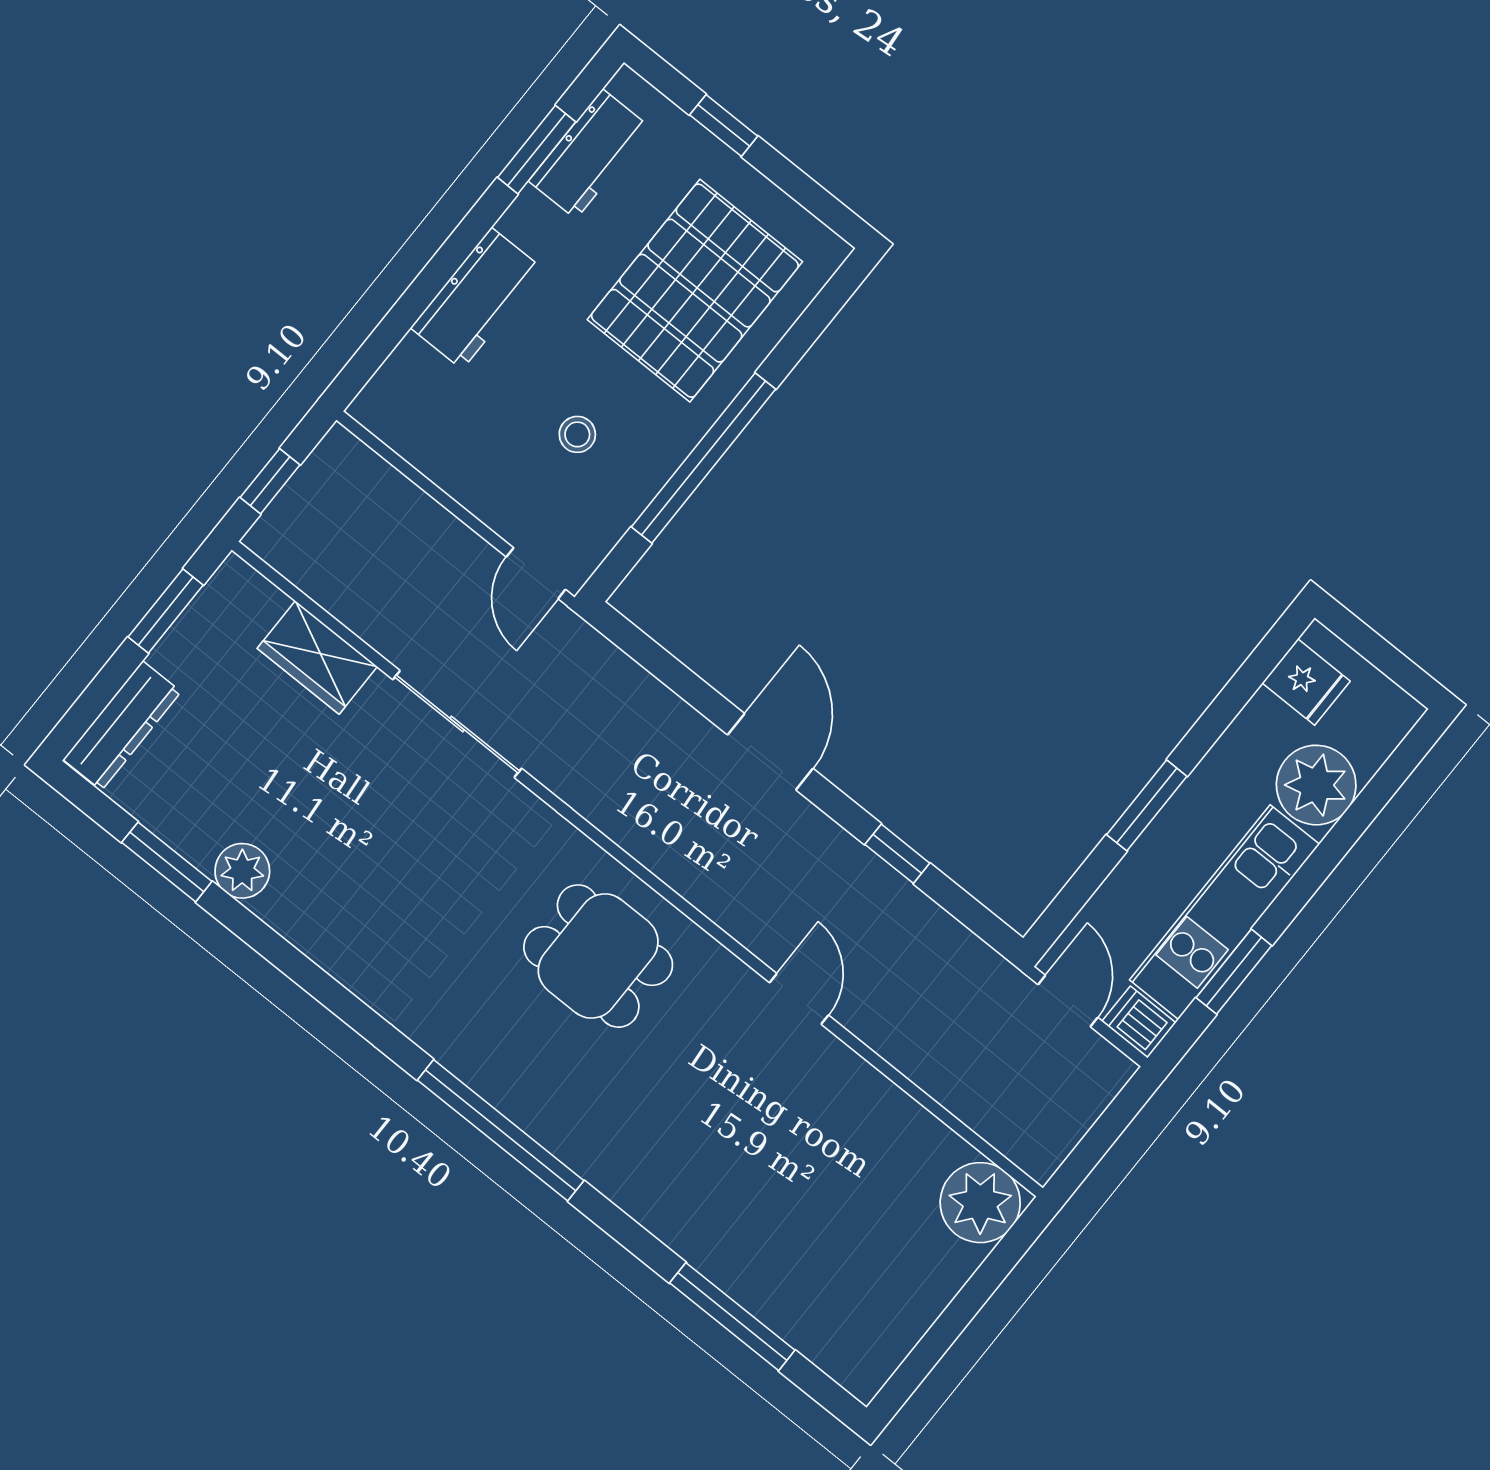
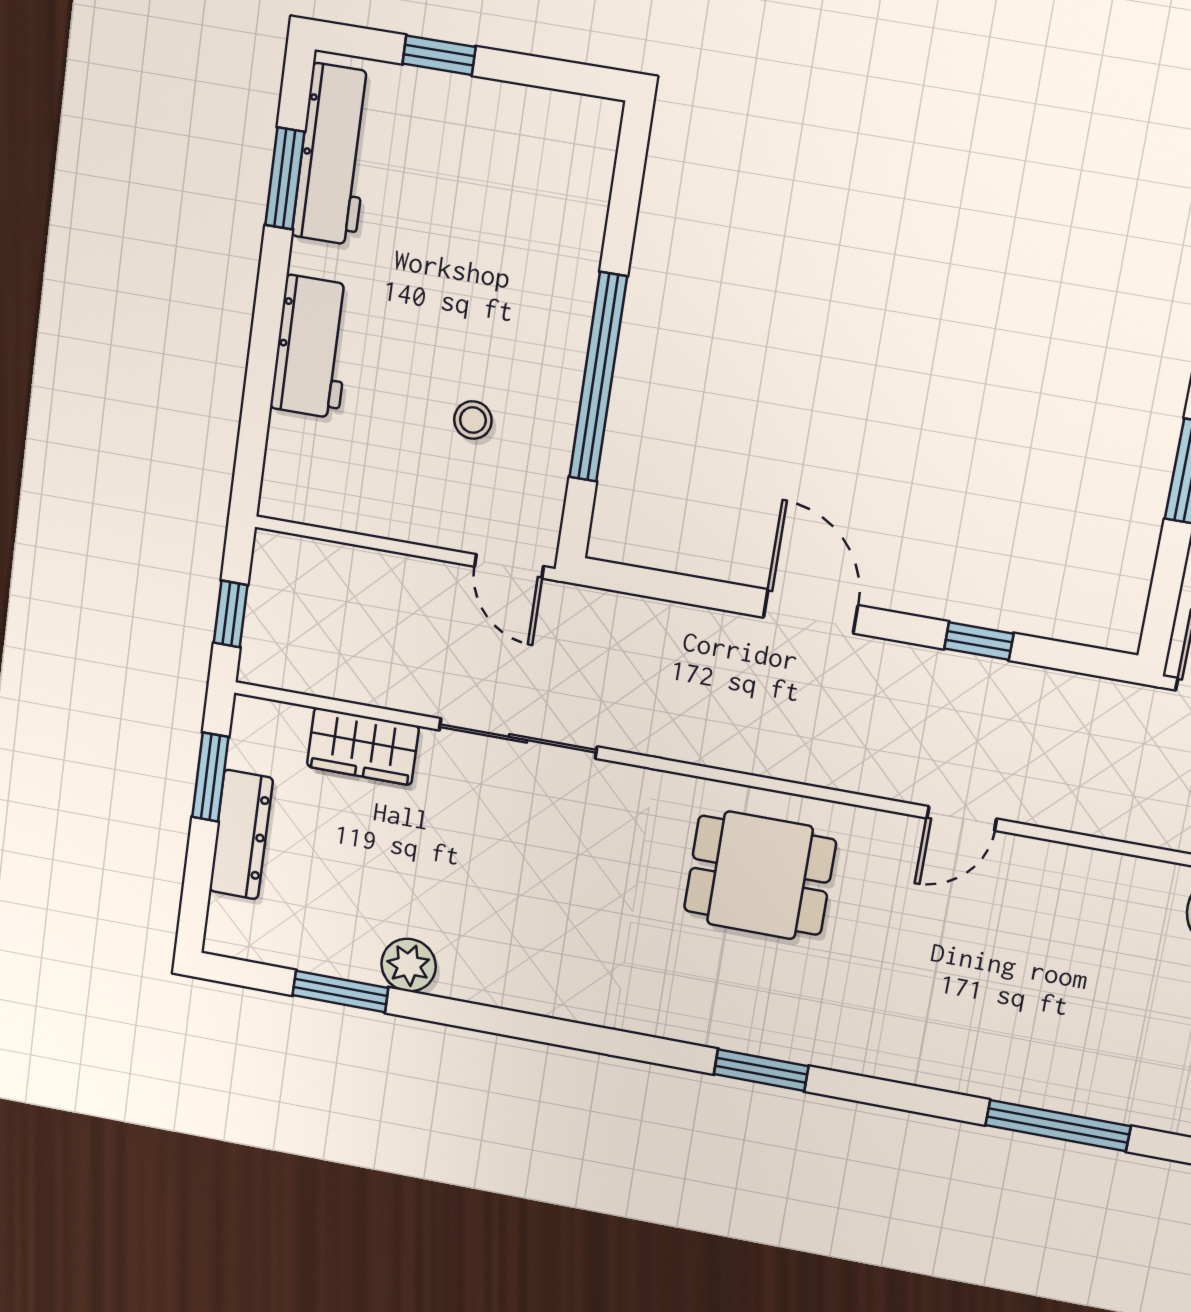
workbench: (589, 154) -> (334, 155), width x1.37
pallet: (695, 291) -> (502, 226), removed
dresser: (122, 726) -> (241, 835), moved
door: (799, 999) -> (962, 818), swing flipped
window: (501, 1130) -> (761, 1070), width x0.47

